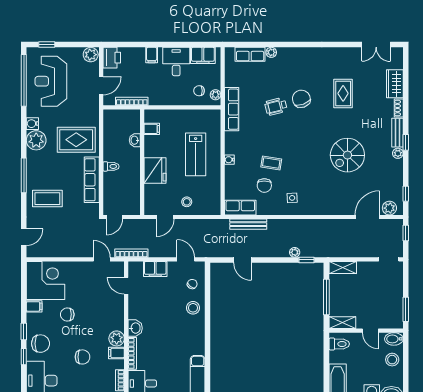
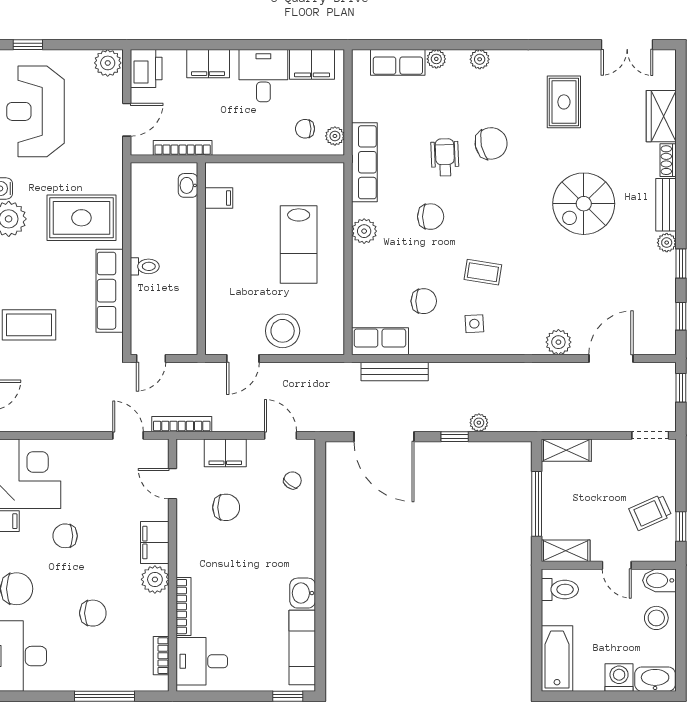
plant: (295, 53) -> (480, 59), added
filing cabinet: (152, 55) -> (208, 64), width x2.00
rug: (343, 93) -> (564, 102), moved
chair: (301, 99) -> (491, 143), turned 98
wheelchair: (276, 106) -> (445, 157), turned 102
chair: (268, 139) -> (431, 217), added
washbasin: (135, 140) -> (188, 185), moved
window: (406, 142) -> (681, 264), moved
plant: (232, 147) -> (364, 231), added
spiral stairs: (347, 155) -> (584, 204), moved
water cooler: (229, 160) -> (360, 254), removed
coffee table: (271, 163) -> (483, 272), moved
fridge: (155, 170) -> (225, 274), removed
chair: (264, 185) -> (424, 301), turned -90
stool: (187, 202) -> (283, 331), width x1.89, depth x1.89
plant: (389, 208) -> (558, 342), moved
door: (242, 260) -> (384, 437), width x1.87
window: (306, 260) -> (455, 437), moved
chair: (156, 299) -> (226, 507), added
trolley: (389, 302) -> (650, 512), added
stool: (193, 308) -> (294, 524), removed
window: (406, 309) -> (681, 527), width x0.67
washbasin: (135, 328) -> (303, 593), moved, turned 180
filing cabinet: (116, 353) -> (155, 543), moved, width x2.00

